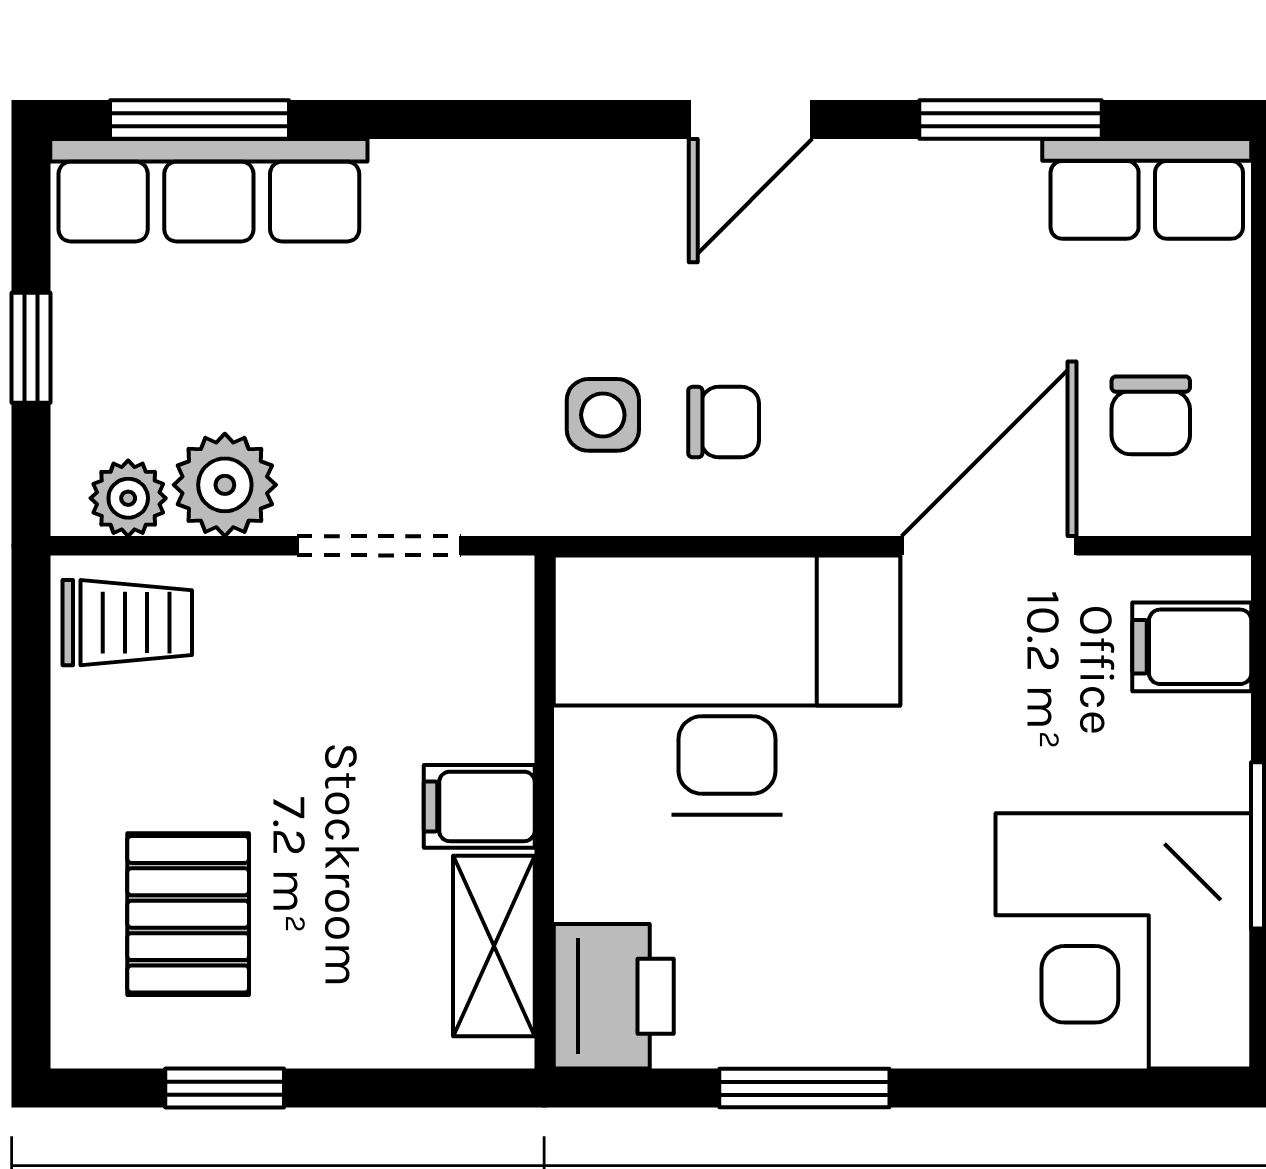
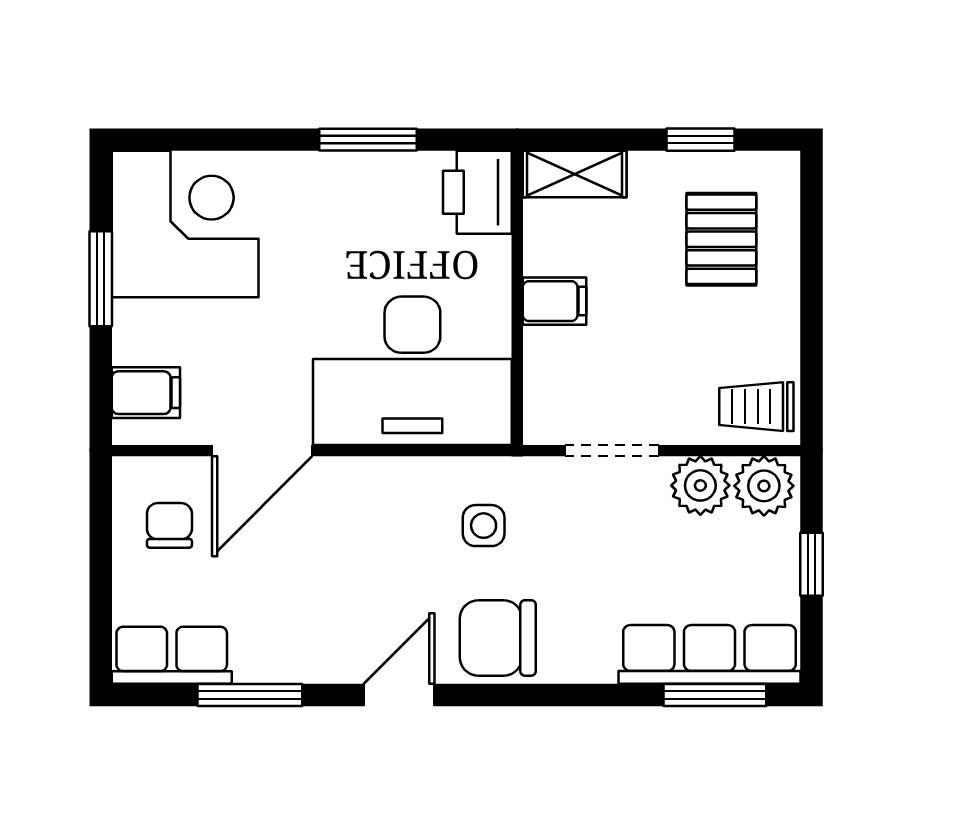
chair: (724, 422) -> (498, 638), moved, width x1.87, depth x1.87
plant: (128, 498) -> (764, 486), width x1.38, depth x1.38
shelving: (494, 946) -> (575, 174), moved, turned 90

